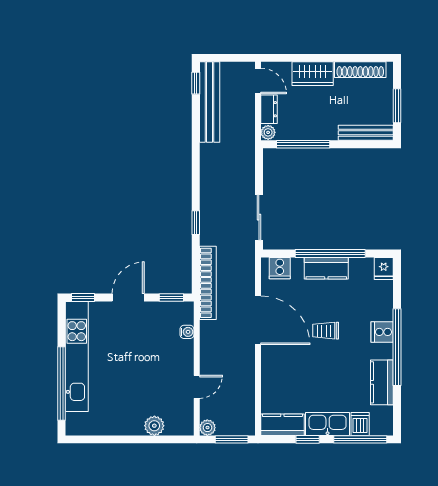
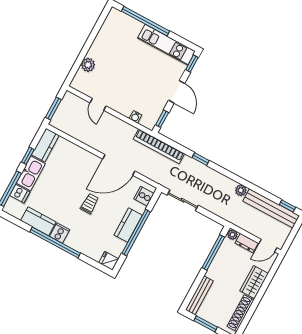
cooker: (382, 332) -> (60, 233), moved
kitchen unit: (77, 357) -> (166, 45), width x0.73
plant: (207, 428) -> (241, 190), moved

